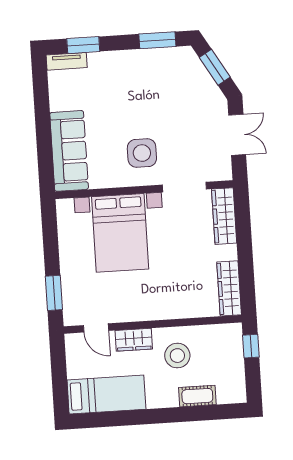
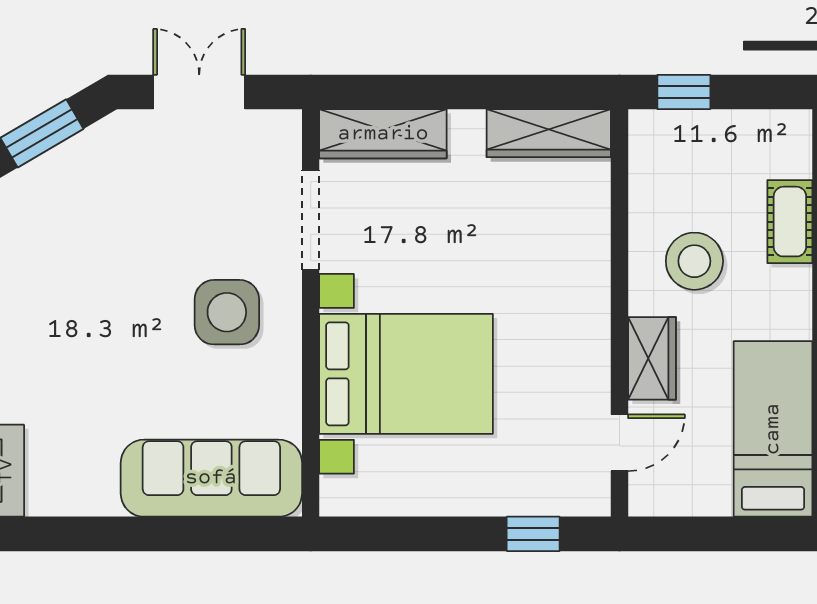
window: (54, 293) -> (533, 534), width x0.67

